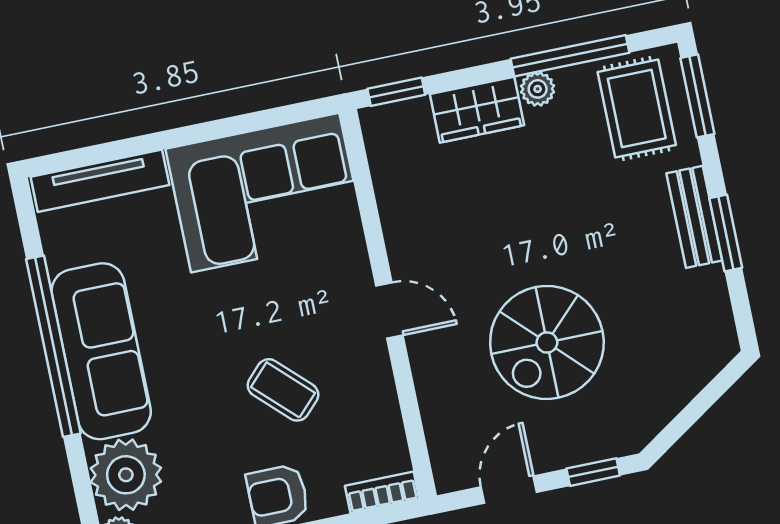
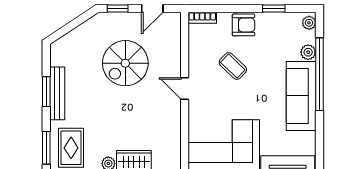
bench: (694, 217) -> (57, 93), width x1.36
spiral stairs: (547, 342) -> (125, 63), turned 180
window: (53, 346) -> (319, 74), moved
plant: (126, 475) -> (308, 52), width x0.53, depth x0.53

